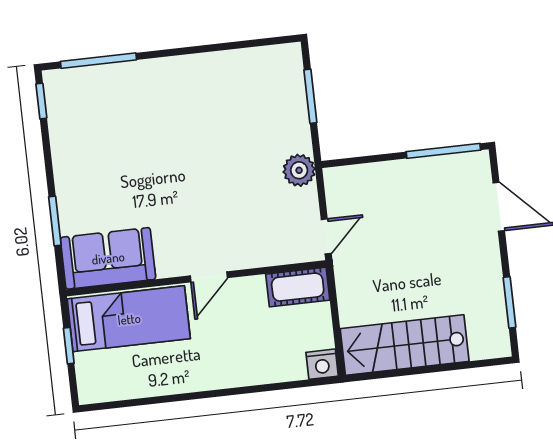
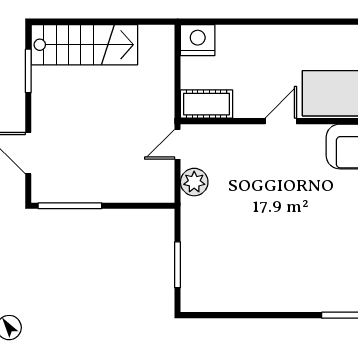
plant: (299, 170) -> (194, 182), moved
stairs: (405, 345) -> (84, 45), moved
nightstand: (322, 364) -> (198, 40), width x1.36, depth x1.33

